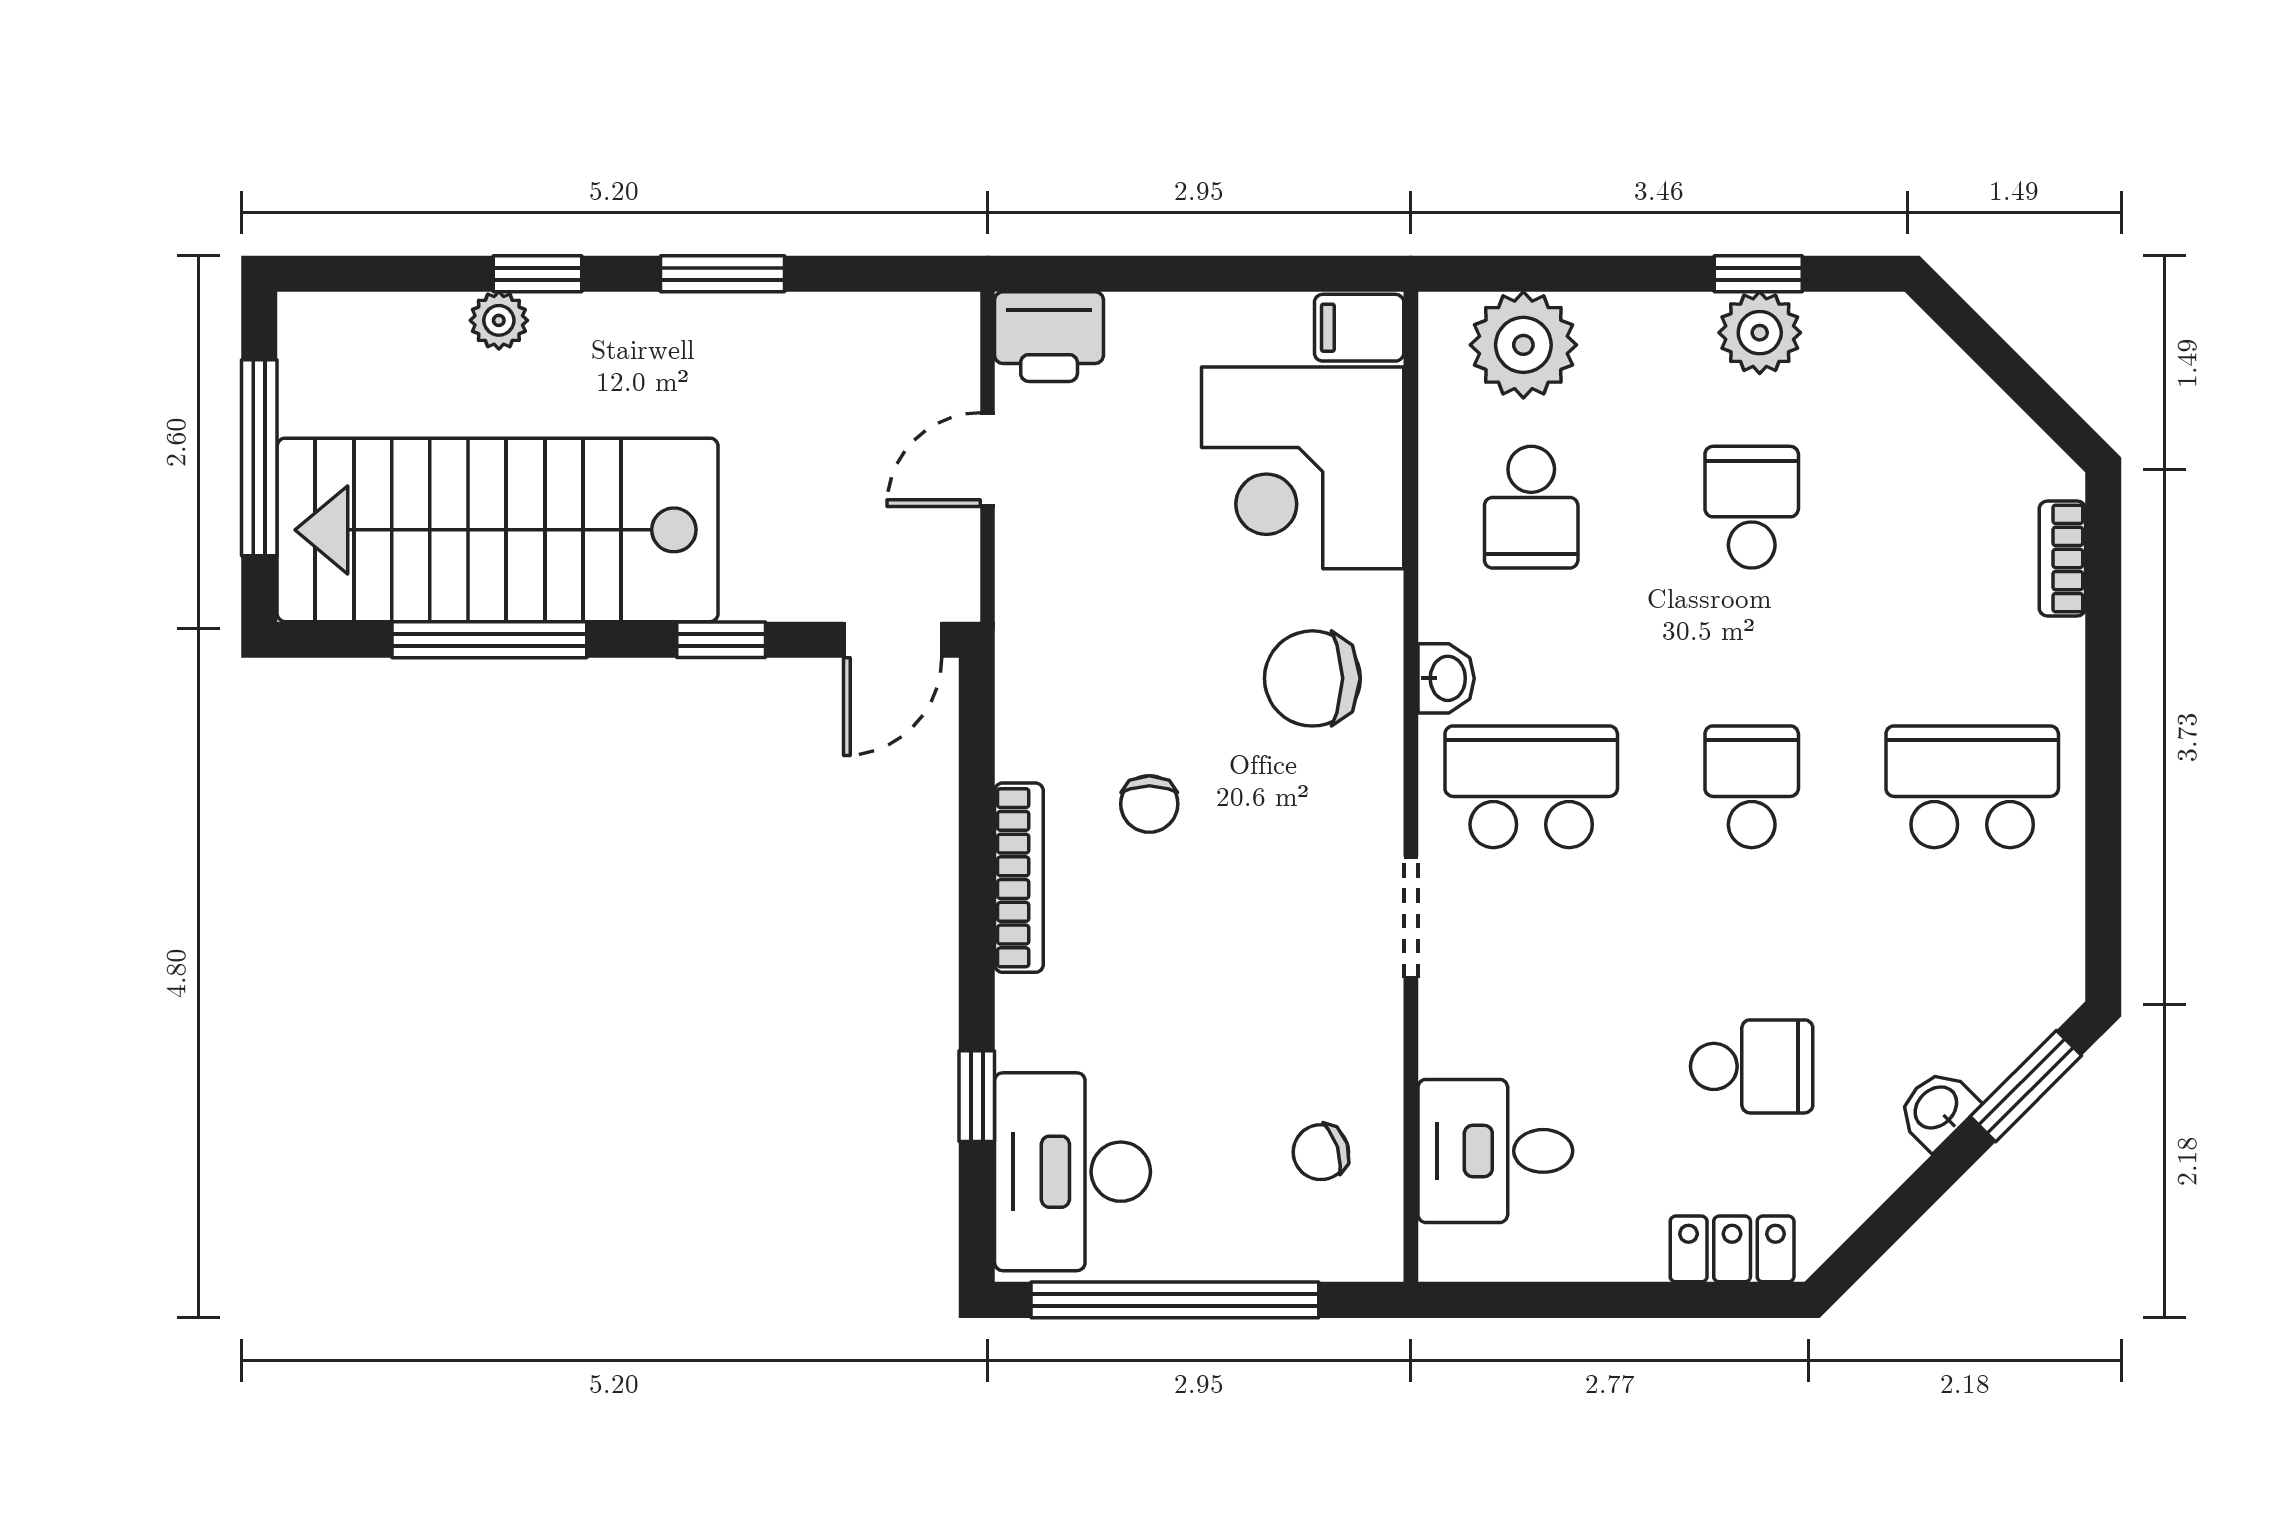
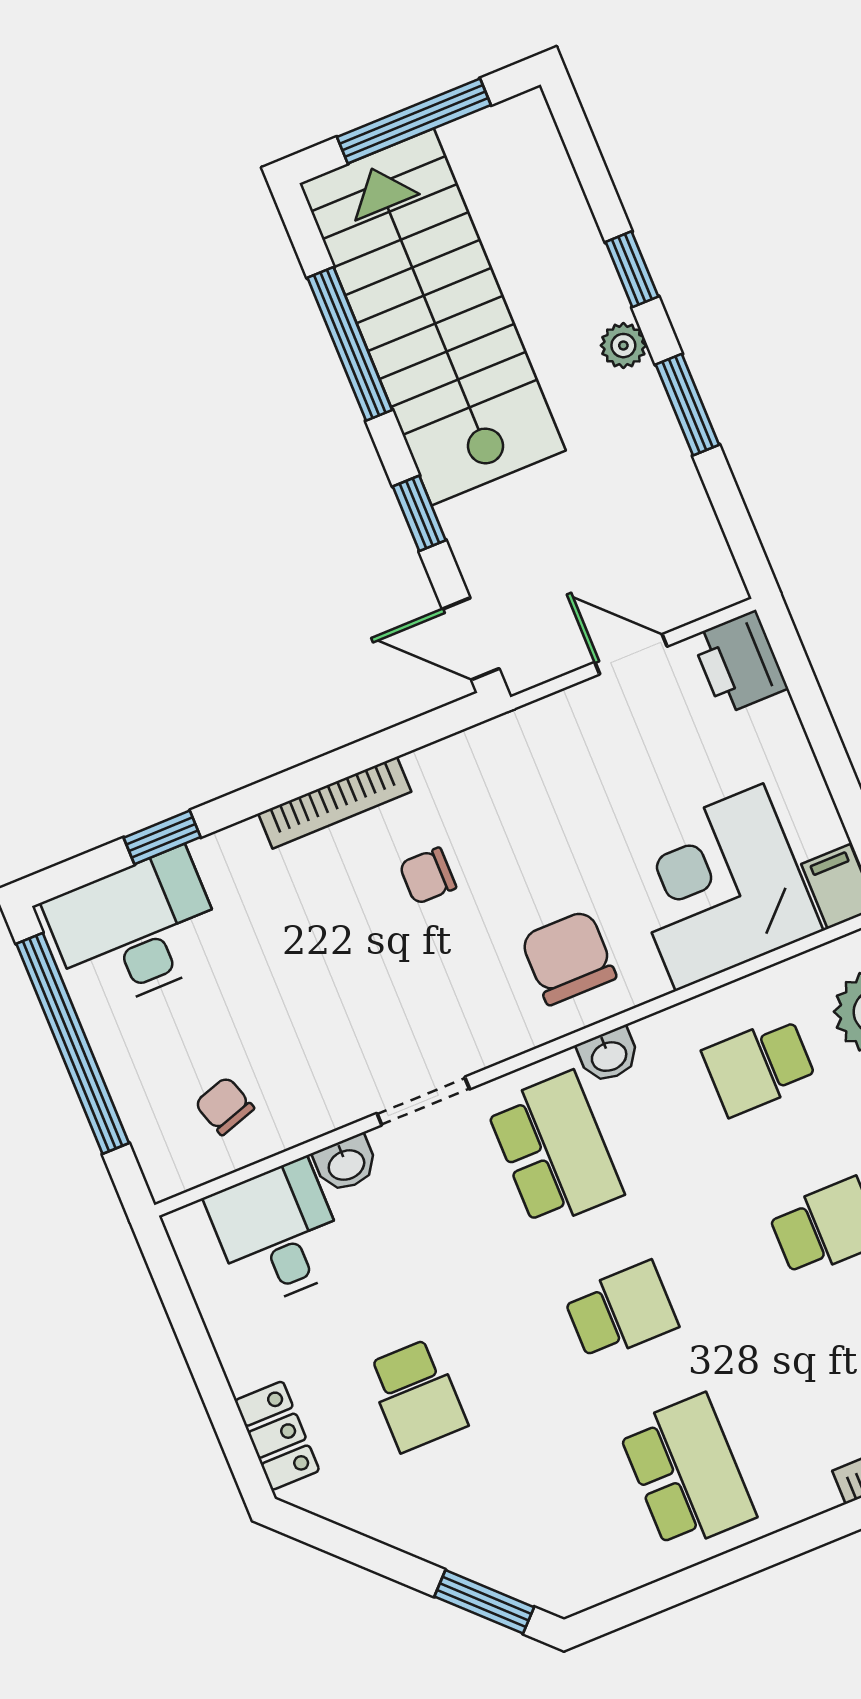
plant: (499, 320) -> (623, 346), moved
washbasin: (1937, 1109) -> (346, 1164), moved, turned 135

